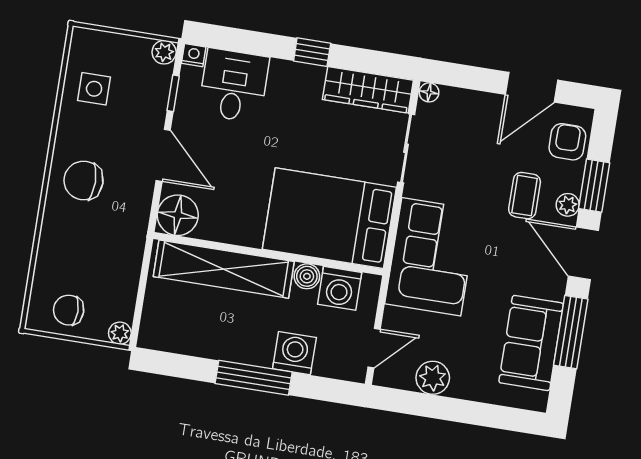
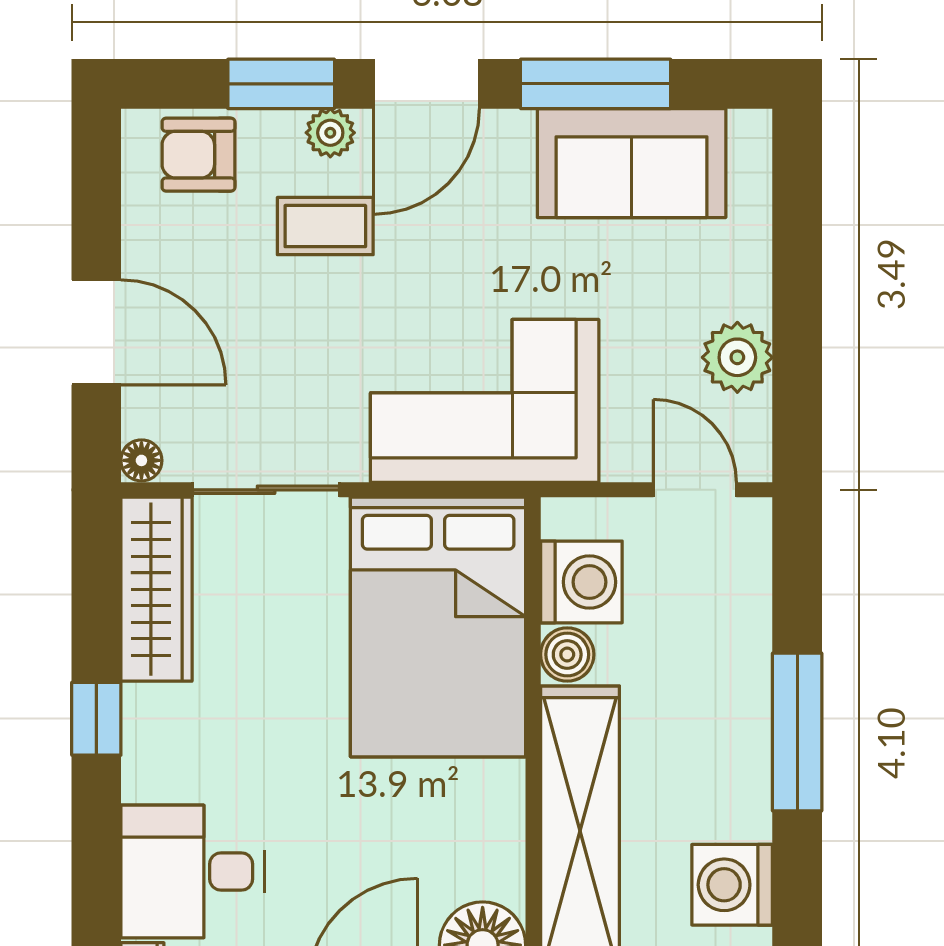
door: (532, 87) -> (96, 332), moved
washing machine: (294, 353) -> (732, 885), moved

